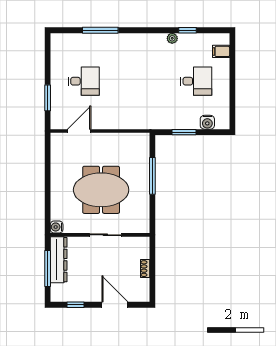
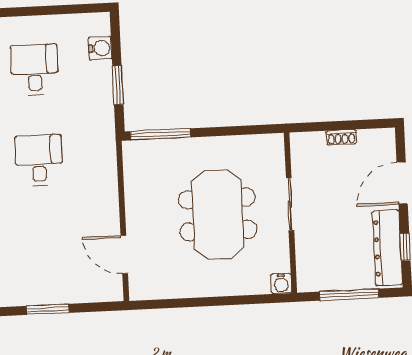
desk: (84, 81) -> (39, 160), moved
window: (48, 98) -> (48, 309), moved
window: (152, 176) -> (161, 134), moved
dresser: (59, 260) -> (387, 248), moved, turned -90

